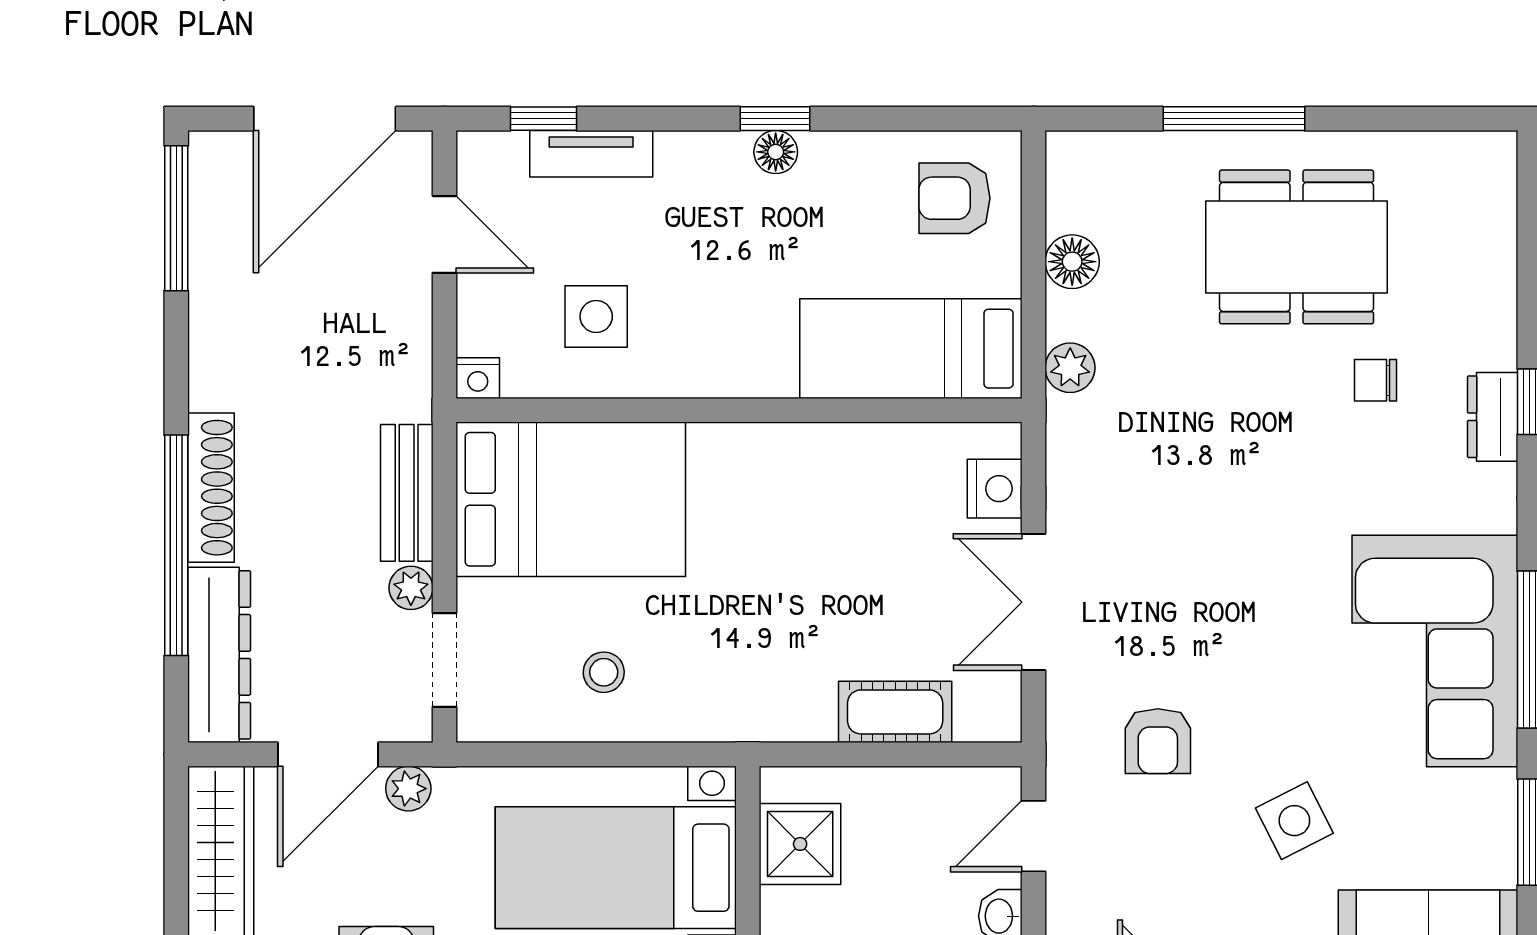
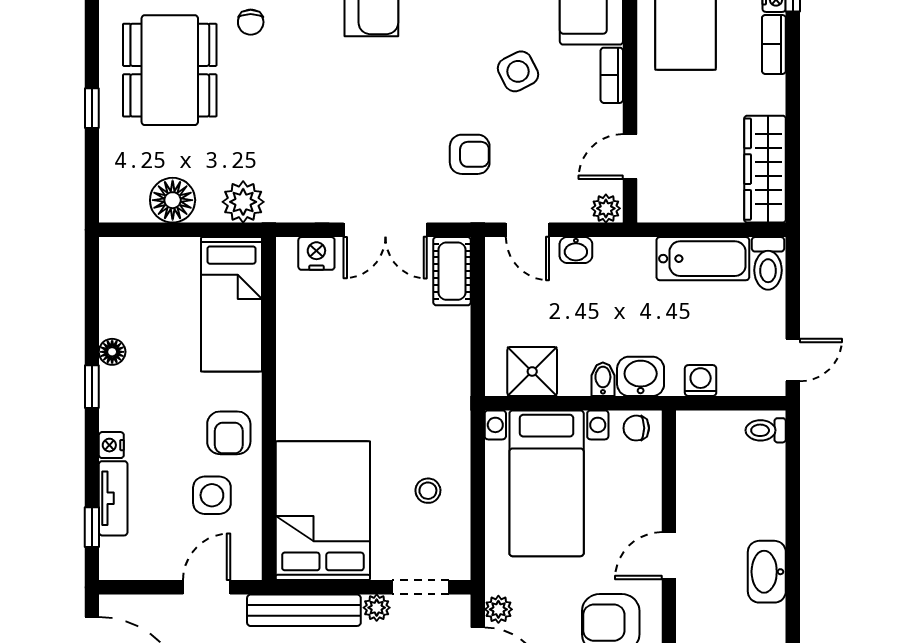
window: (1234, 119) -> (92, 108), width x0.46
floor lamp: (776, 152) -> (112, 352), moved
armchair: (954, 198) -> (229, 433), moved
door: (444, 234) -> (207, 587), moved
floor lamp: (1072, 262) -> (173, 200), width x1.38, depth x1.38
plant: (1070, 368) -> (243, 202), width x1.38, depth x1.38
nightstand: (478, 378) -> (111, 445), moved, turned 180
bench: (407, 493) -> (304, 610), width x1.36
cot: (895, 712) -> (452, 271), moved

